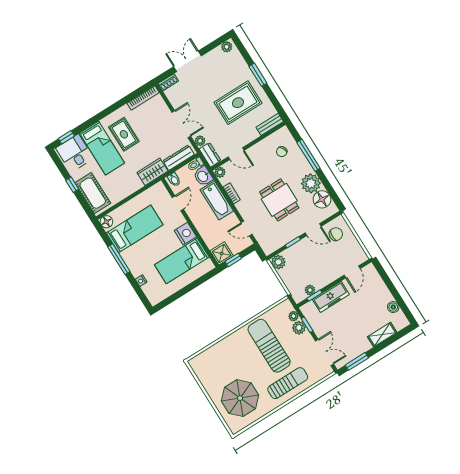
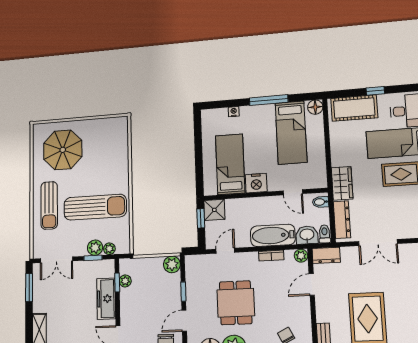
plant: (200, 141) -> (348, 253), removed
dining table: (279, 200) -> (236, 303), turned 90

